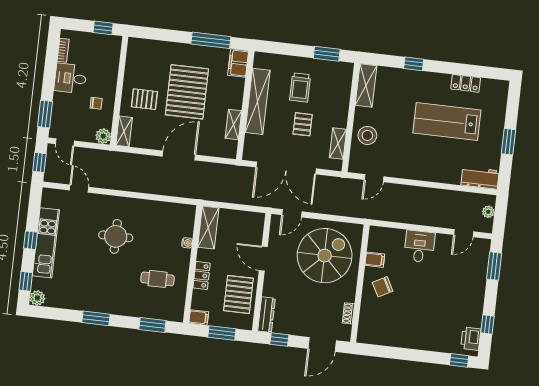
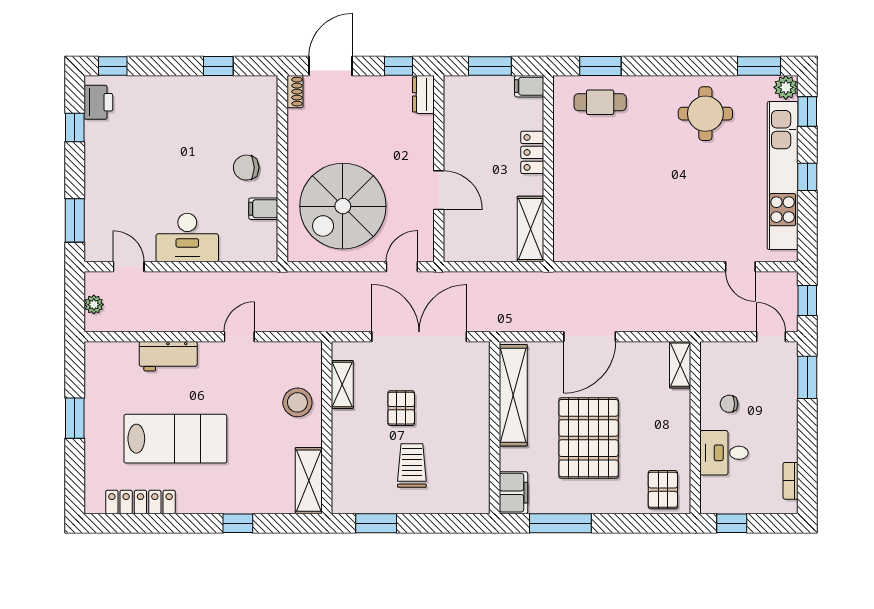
desk: (70, 78) -> (724, 453), moved, turned 180
locker: (466, 83) -> (140, 502), width x1.53
pallet: (144, 99) -> (663, 490), moved, turned 90
shelving: (258, 101) -> (476, 436), removed
shelving: (233, 125) -> (513, 395), width x2.20, depth x1.33
plant: (103, 136) -> (712, 353), removed
door: (374, 178) -> (239, 337), moved
workbench: (480, 178) -> (168, 356), moved
door: (464, 233) -> (129, 267), hinge flipped
round table: (116, 236) -> (705, 114), moved
kitchen unit: (46, 243) -> (783, 176), width x1.36
water cooler: (187, 243) -> (561, 201), removed
desk: (419, 246) -> (187, 238), width x1.37
cafe table: (158, 279) -> (600, 102), moved
chair: (383, 287) -> (246, 168), turned -152
pallet: (238, 294) -> (471, 129), removed
shoe rack: (348, 313) -> (295, 92), moved
dresser: (266, 315) -> (423, 94), width x0.70
window: (96, 318) -> (759, 66), moved
window: (393, 353) -> (218, 66), added

